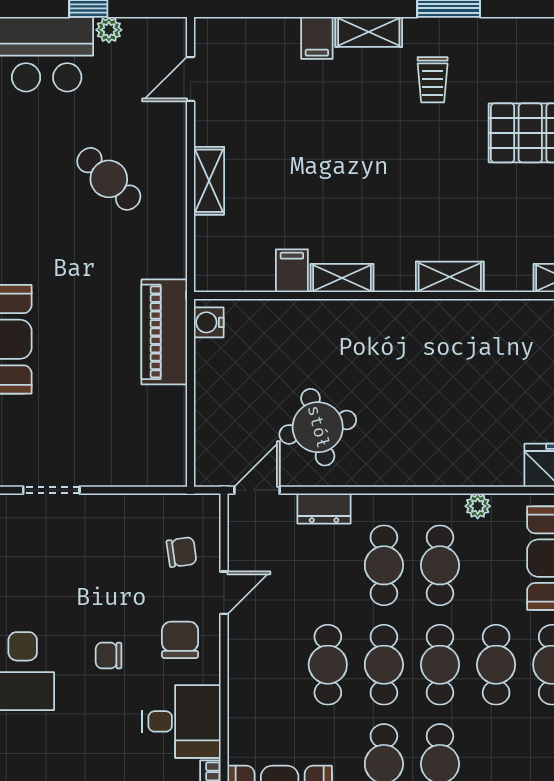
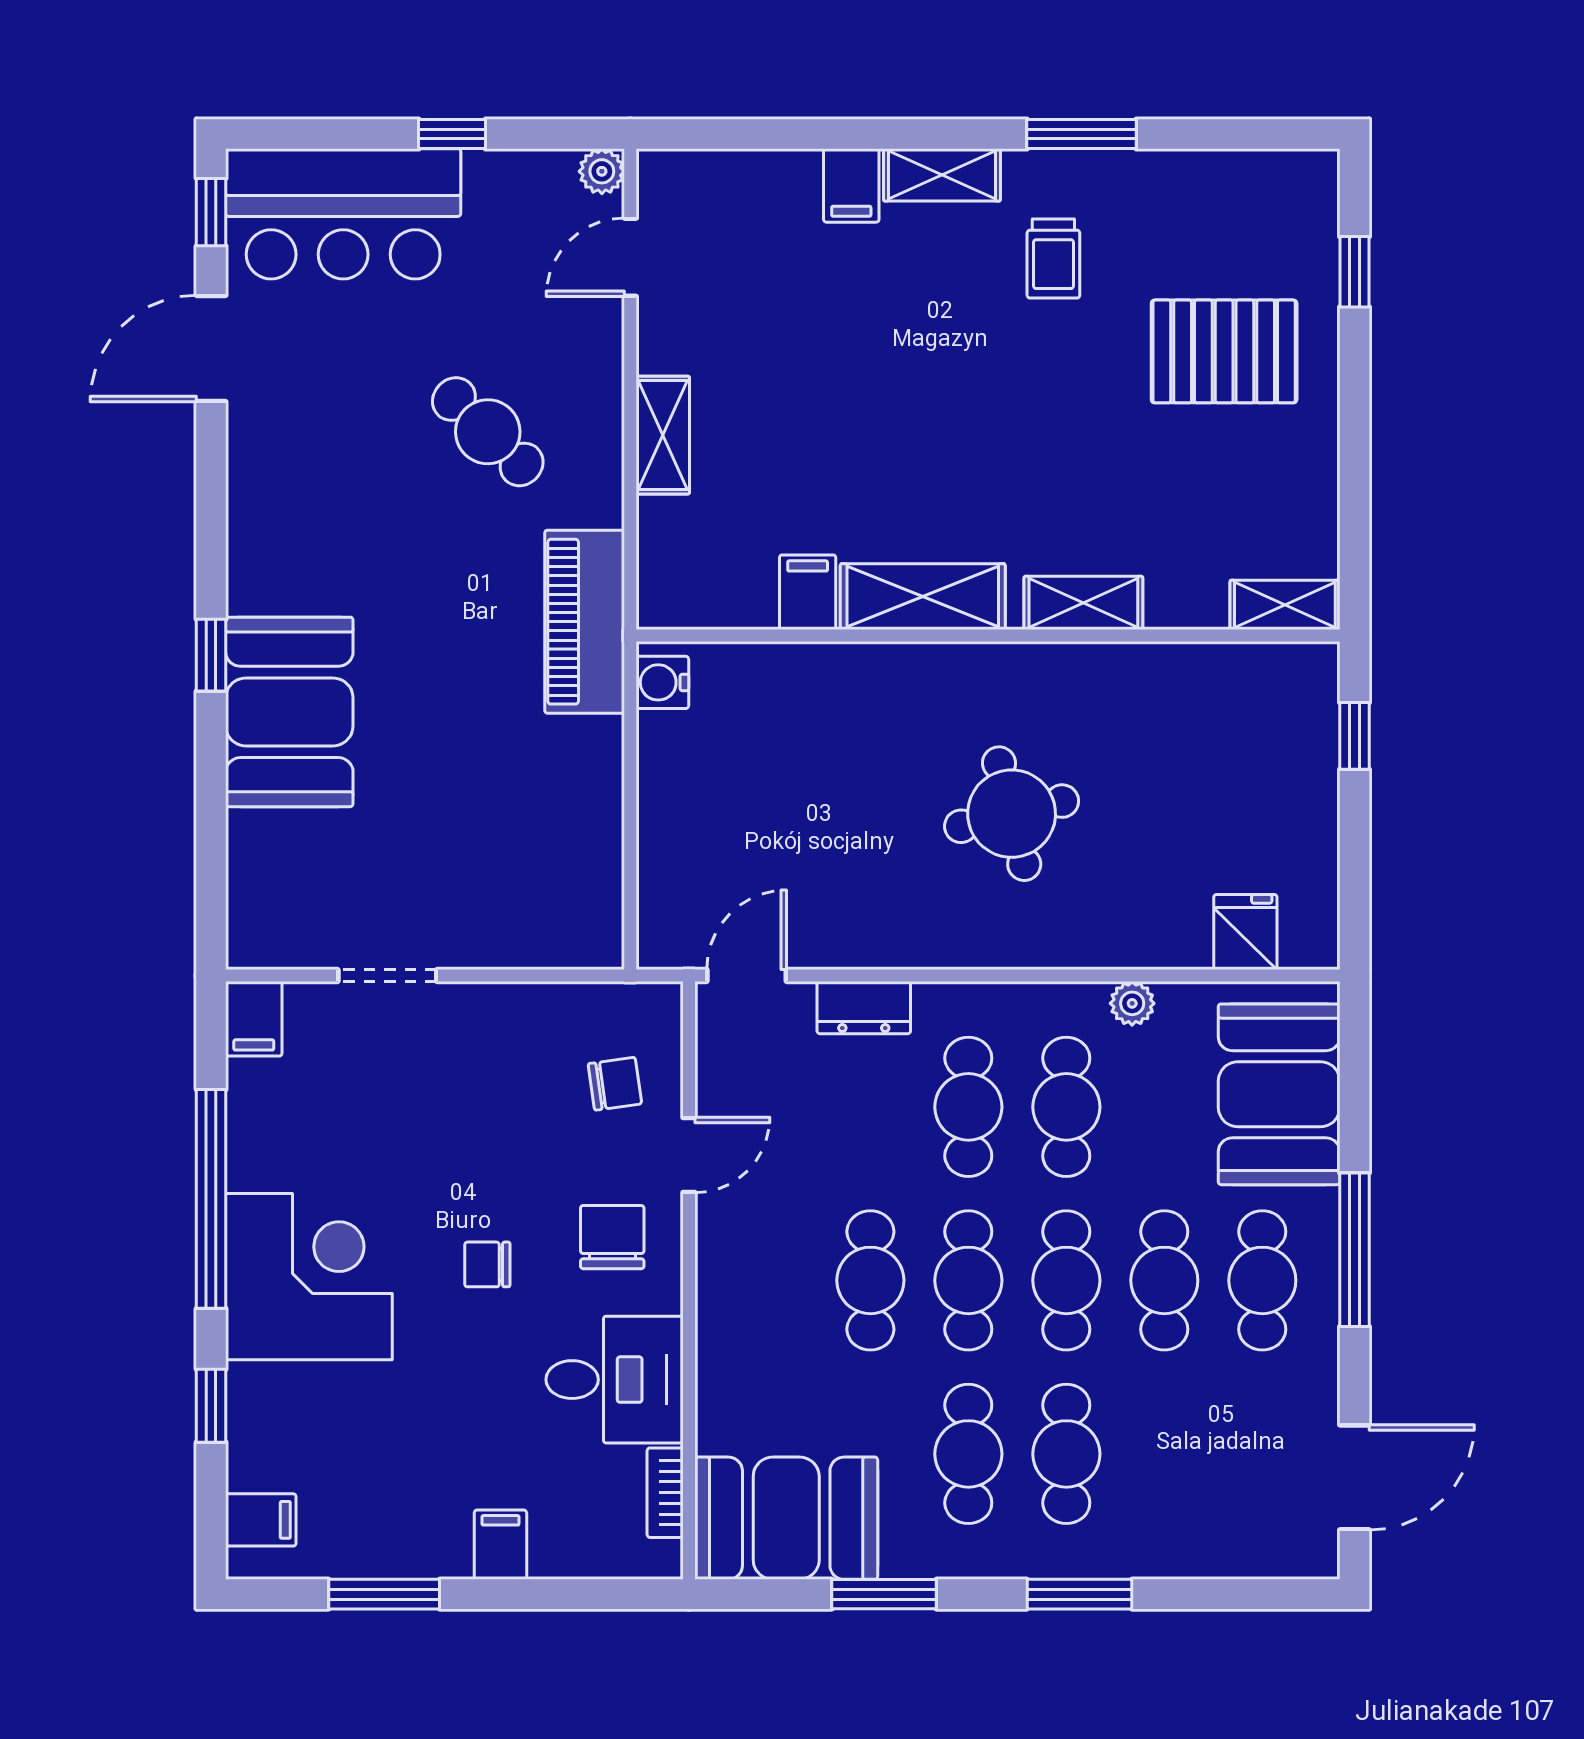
plant: (109, 30) -> (602, 171), moved
shelving: (342, 278) -> (923, 597), width x1.50, depth x1.33
piano: (164, 332) -> (585, 622), moved
round table: (318, 427) -> (1012, 814), moved

